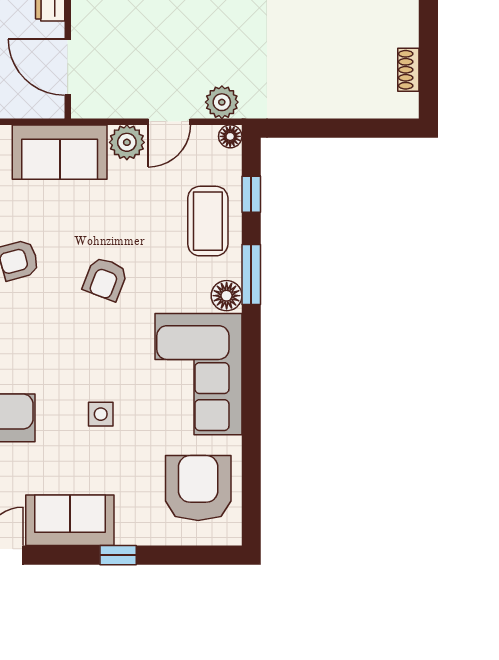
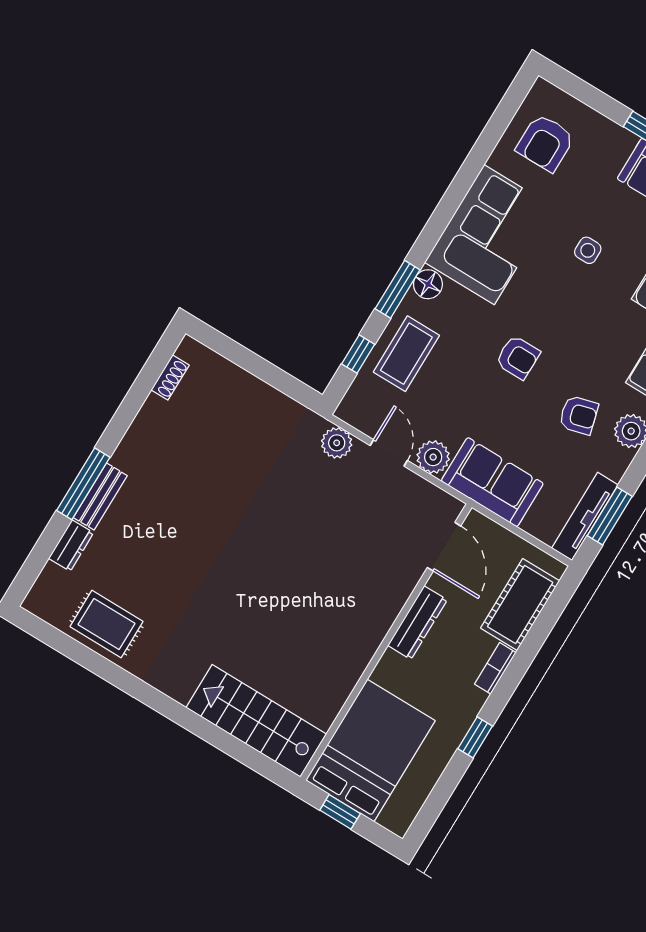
door: (169, 122) -> (389, 453), hinge flipped
floor lamp: (230, 136) -> (347, 411), removed
armchair: (105, 279) -> (518, 357), turned 69
armchair: (198, 488) -> (545, 143), width x0.73, depth x0.73

